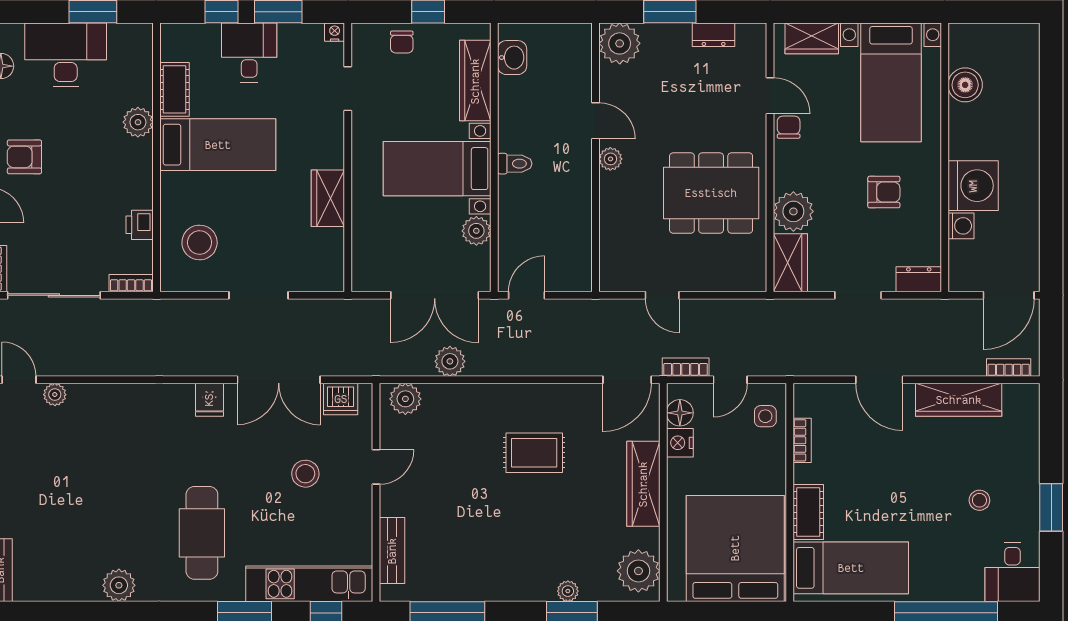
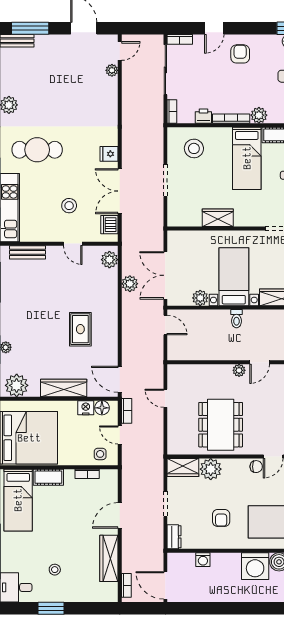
bookcase: (144, 174) -> (231, 119), added
washing machine: (973, 186) -> (255, 566), moved
door: (662, 295) -> (165, 398), hinge flipped

